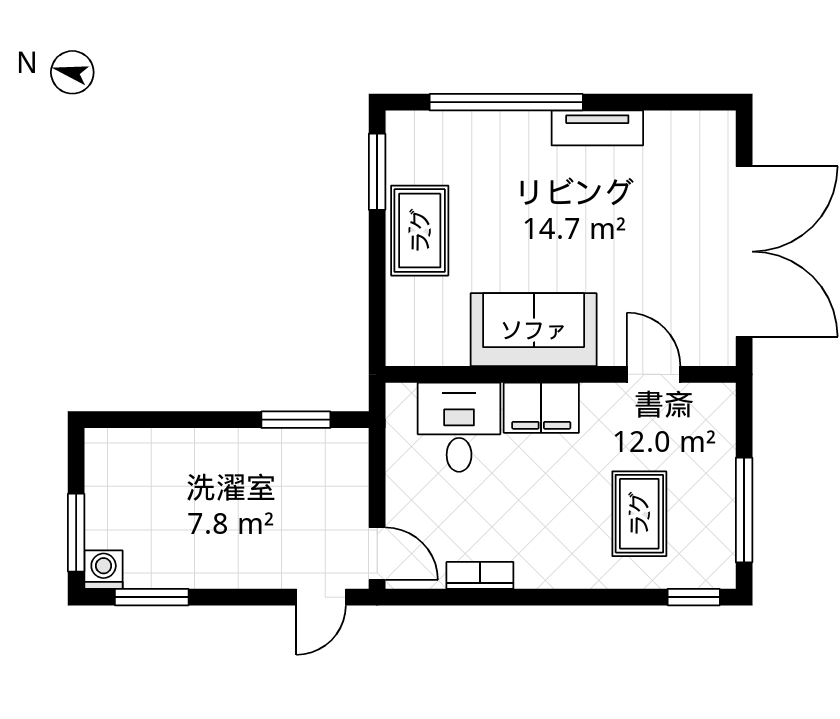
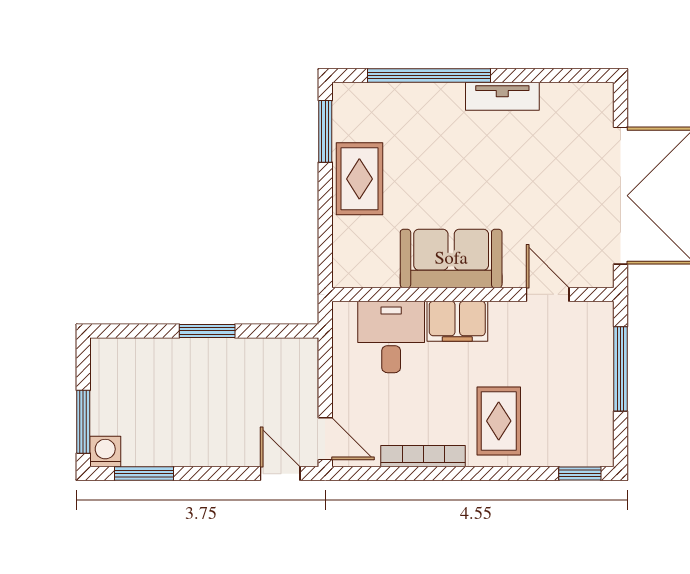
window: (296, 420) -> (207, 331), moved
window: (744, 510) -> (620, 369), moved
rug: (639, 514) -> (499, 421), moved
bookcase: (480, 575) -> (423, 456), width x1.56
door: (321, 597) -> (280, 474), swing flipped

